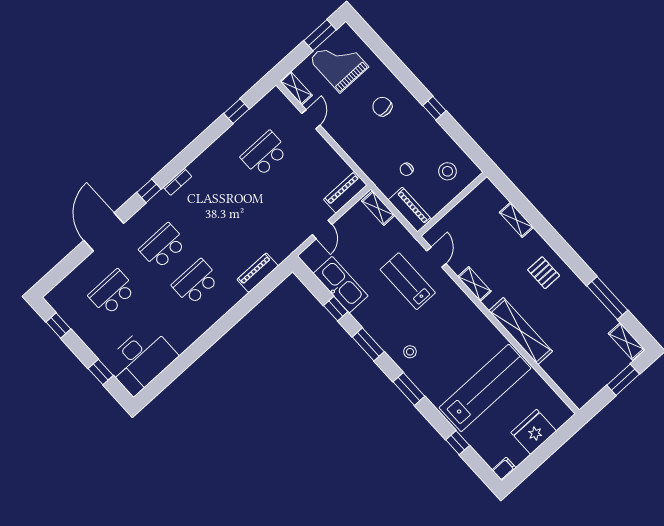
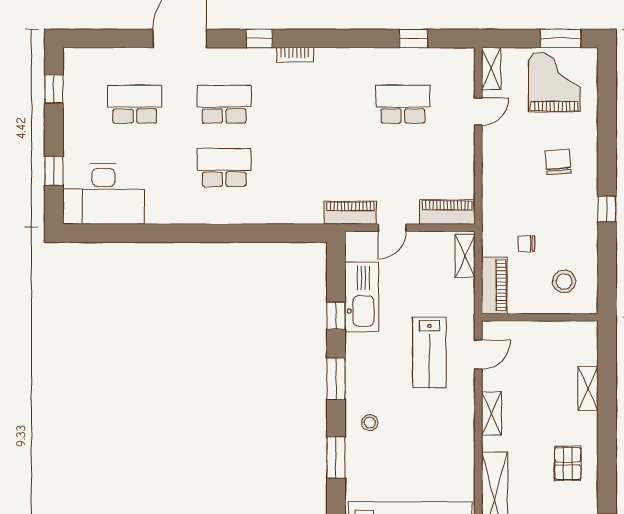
piano: (258, 273) -> (350, 213), moved
lab bench: (408, 281) -> (429, 352), turned 180

